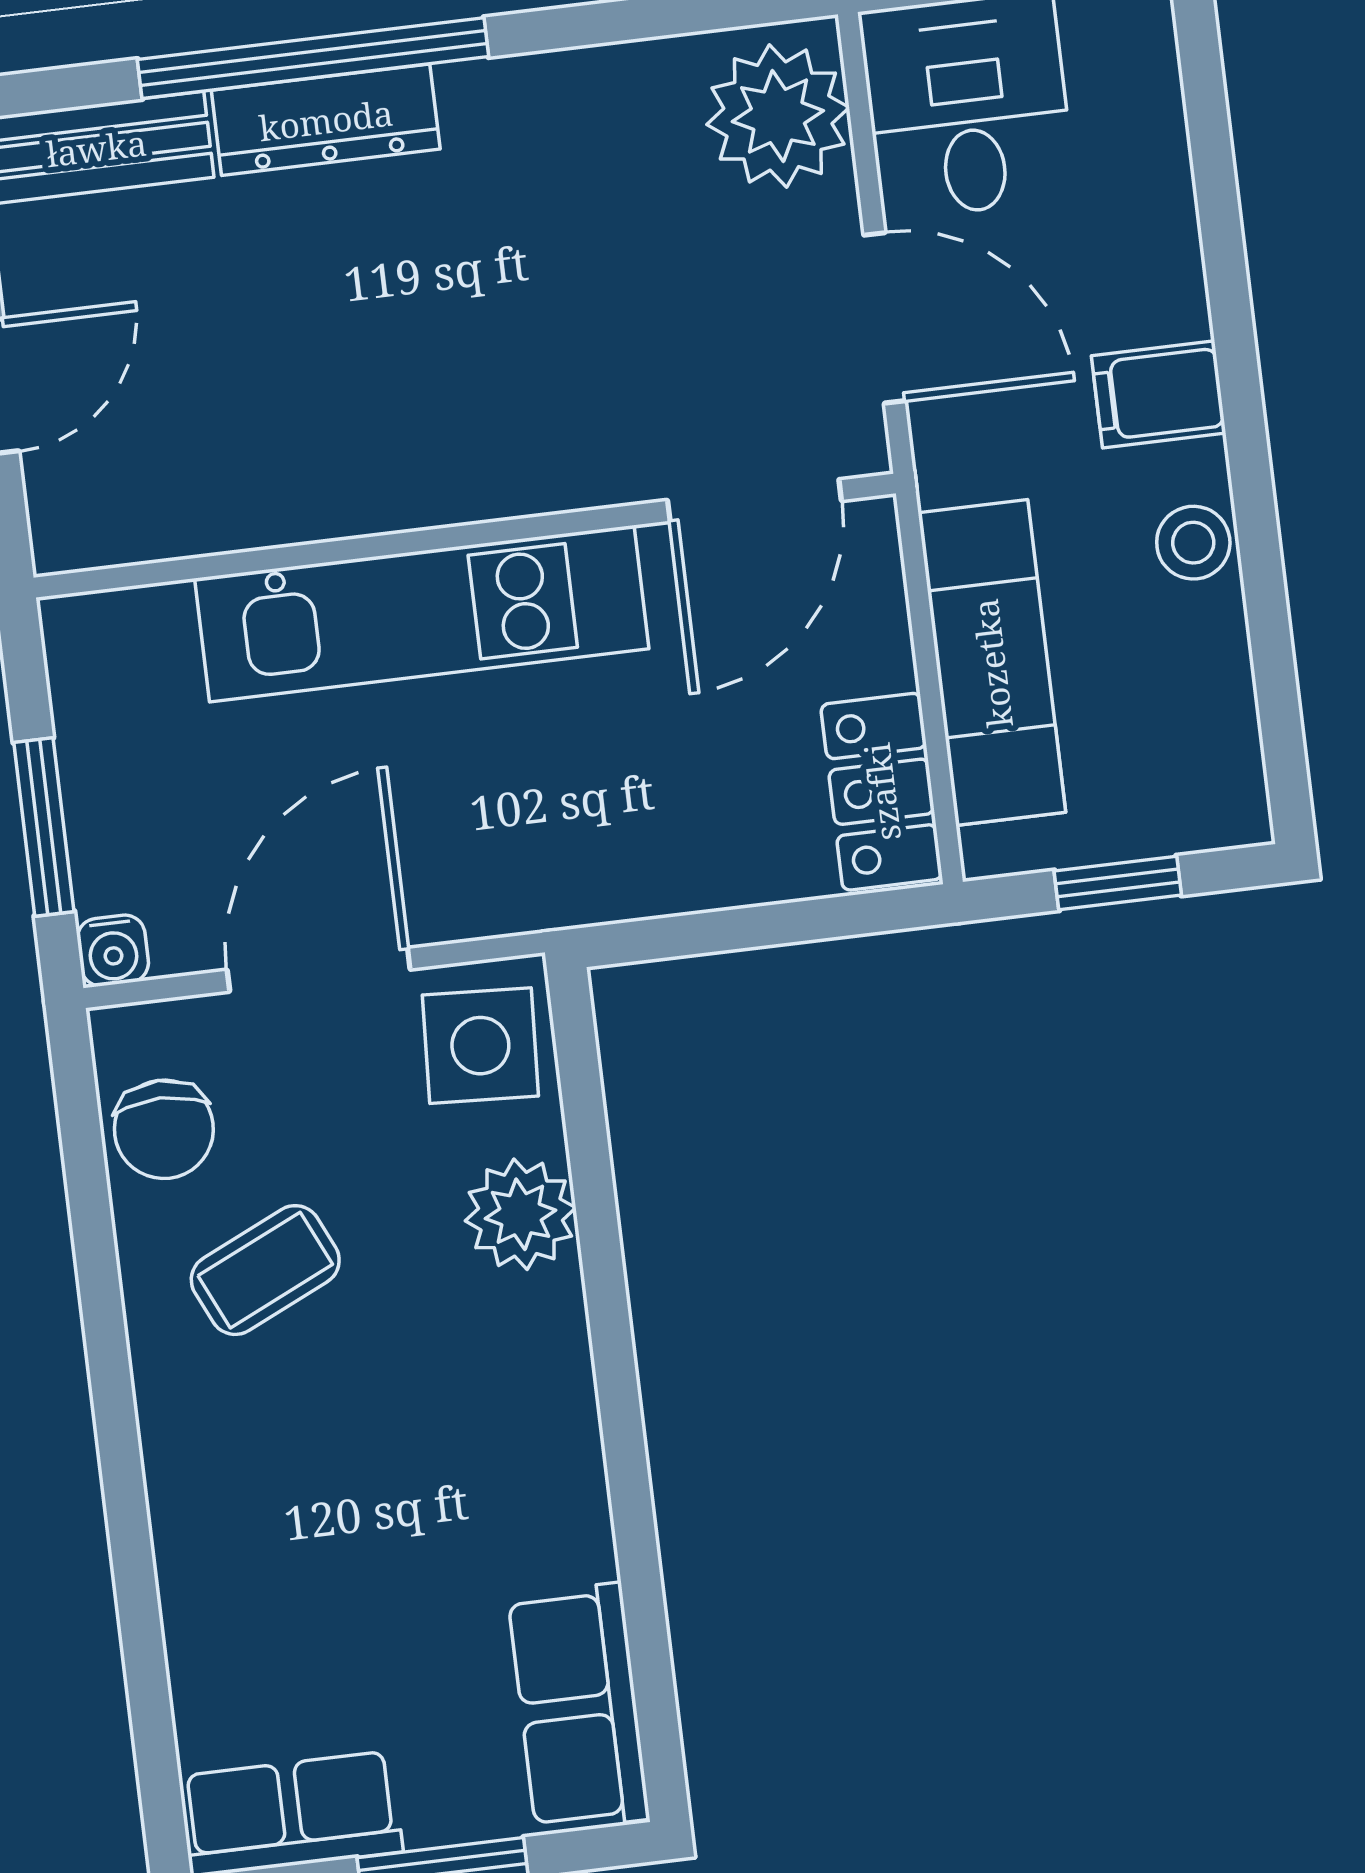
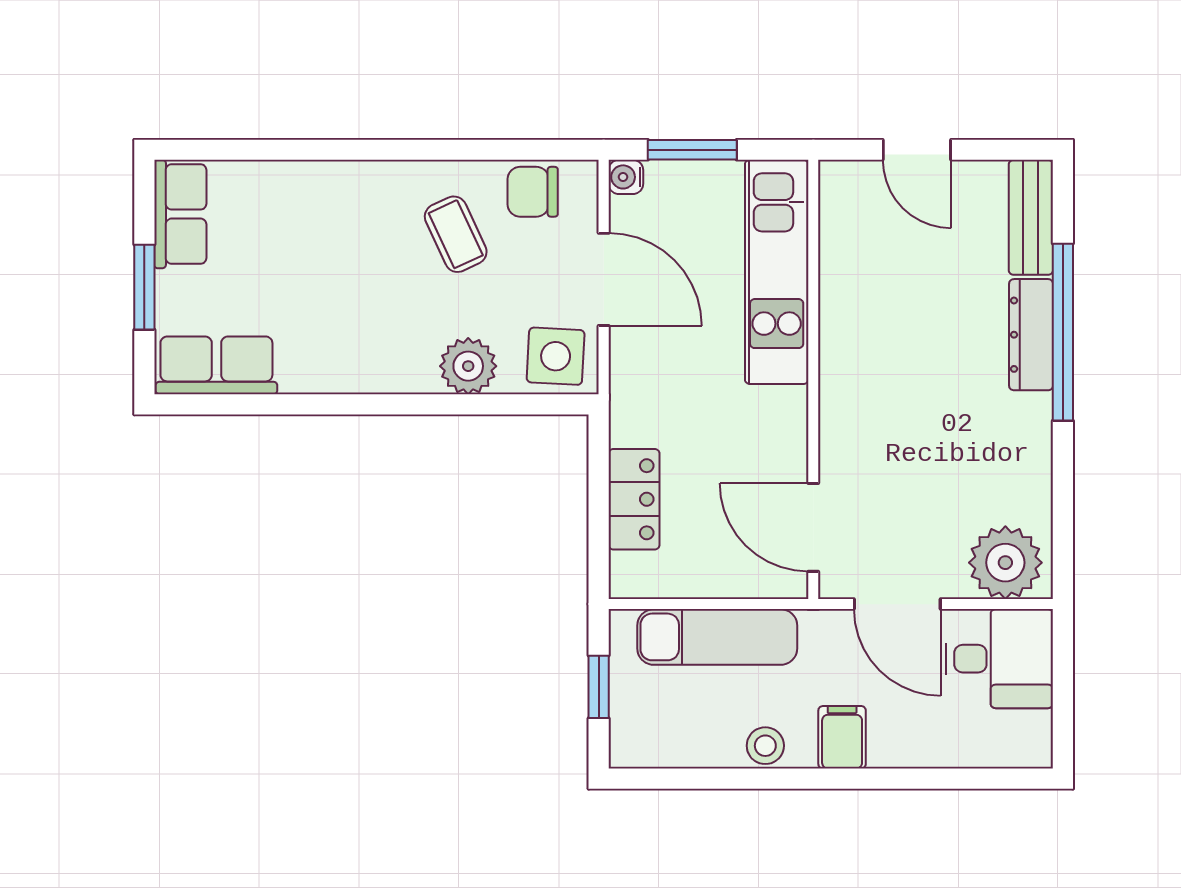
door: (885, 318) -> (897, 604), hinge flipped
kitchen unit: (422, 613) -> (777, 272), moved
locker: (882, 792) -> (634, 499), moved, turned 90

